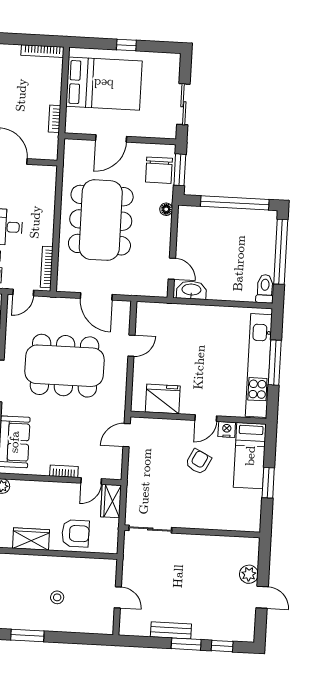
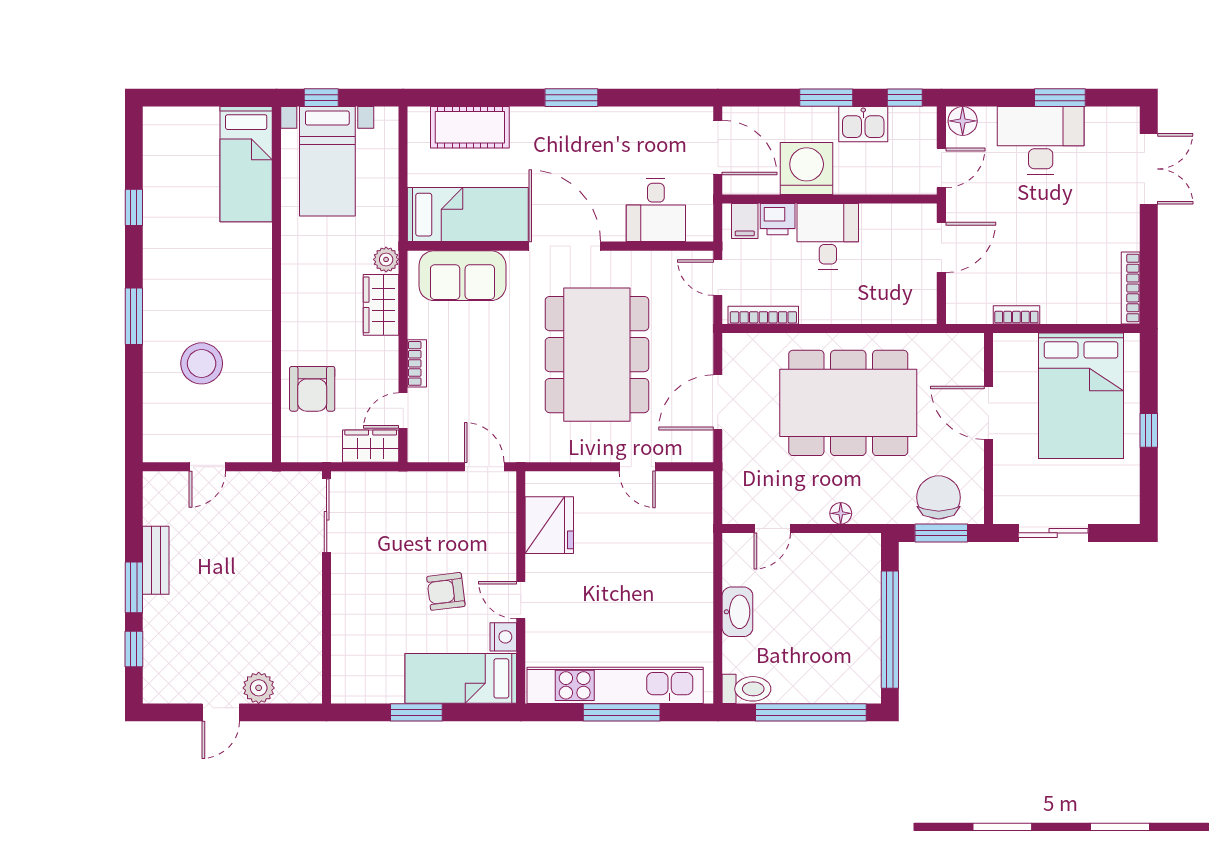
chair: (159, 170) -> (939, 497), turned 90
floor lamp: (166, 209) -> (841, 513), moved
washbasin: (191, 290) -> (737, 612), moved
armchair: (198, 462) -> (446, 591), turned 146
door: (91, 481) -> (403, 411), hinge flipped
wardrobe: (31, 539) -> (381, 305), moved, turned 180
stool: (57, 597) -> (202, 363), width x1.89, depth x1.89

